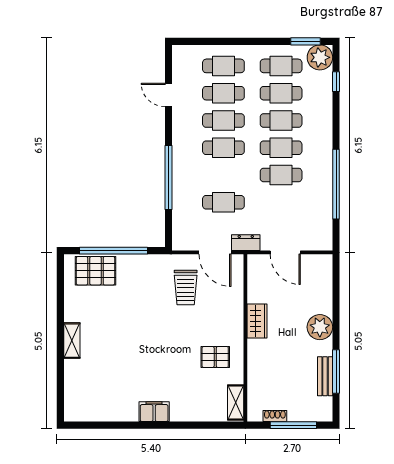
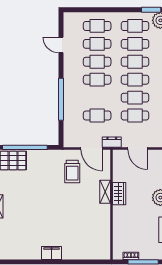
cafe table: (281, 202) -> (135, 116), added
pallet: (215, 357) -> (92, 217), removed
shelving: (236, 403) -> (105, 192), moved

